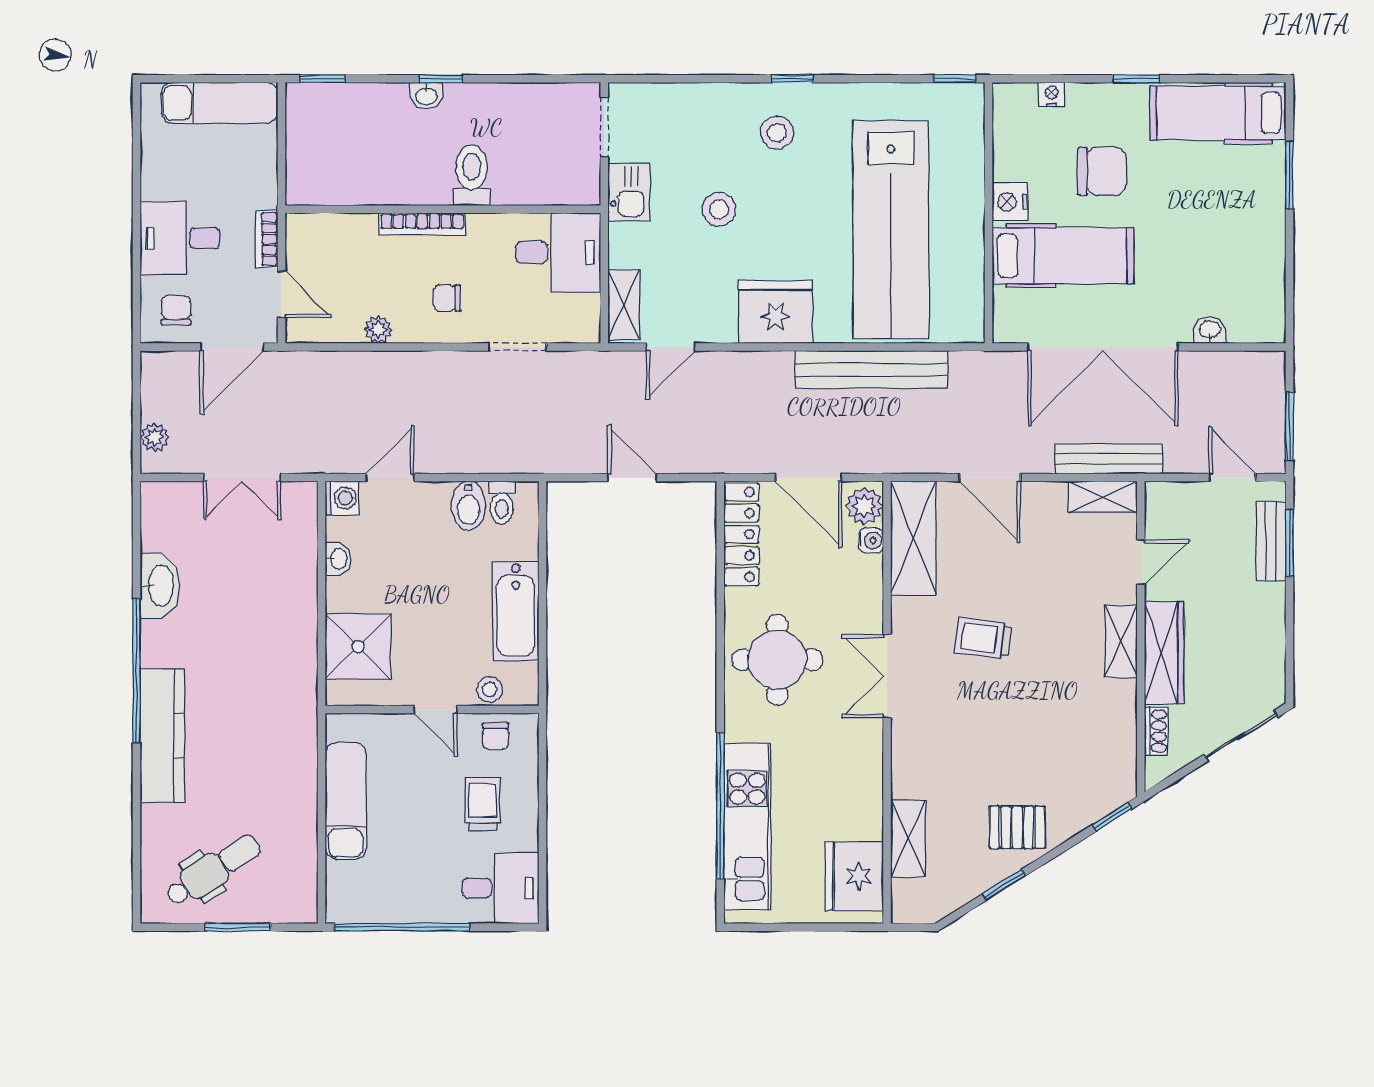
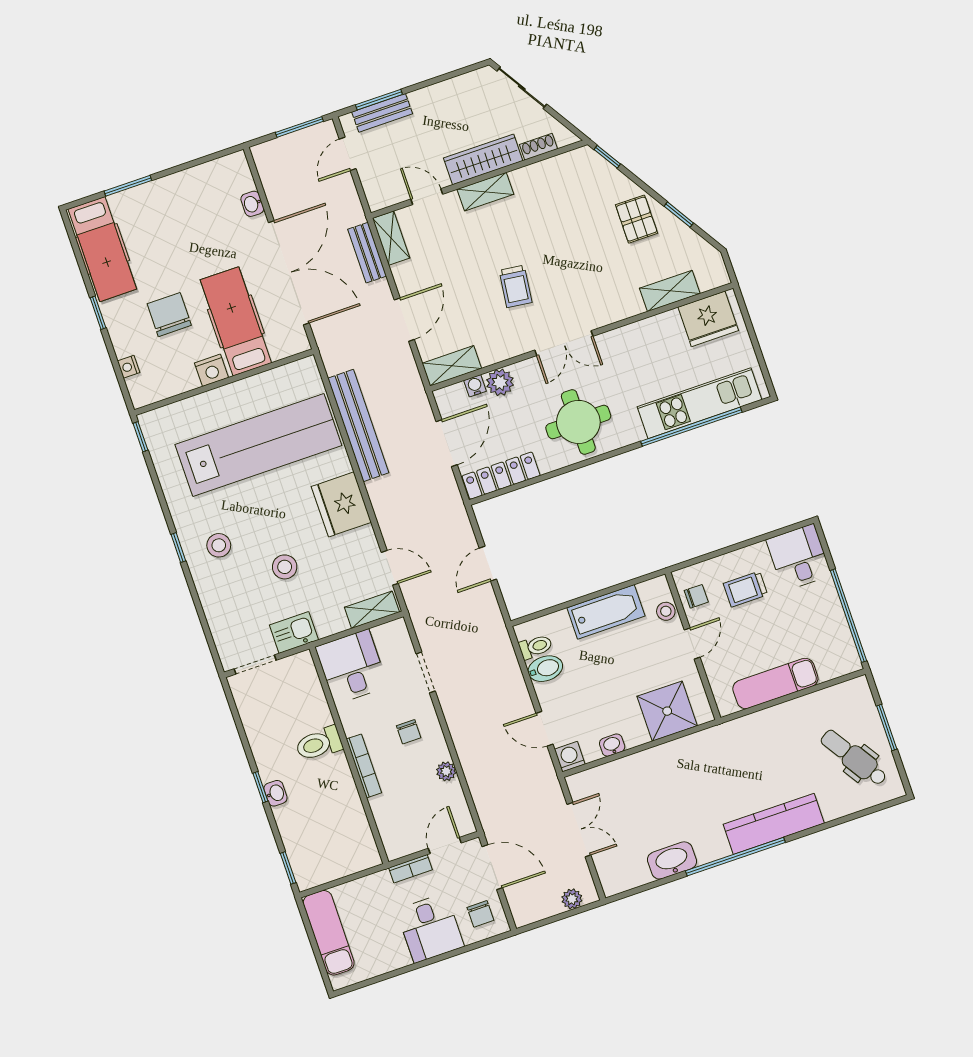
chair: (176, 310) -> (480, 914), turned -90
bench: (1108, 459) -> (367, 253), width x0.73
plant: (864, 506) -> (500, 382), moved
shelving: (913, 538) -> (452, 366), width x0.67, depth x0.75

